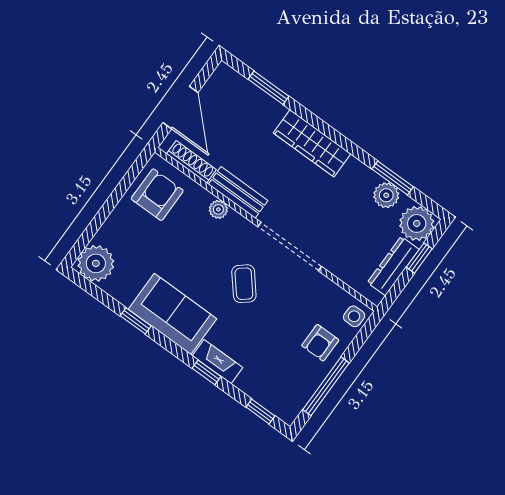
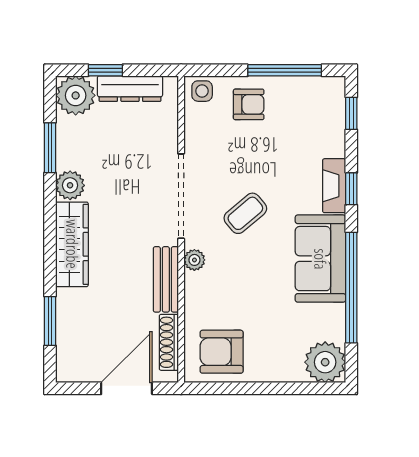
plant: (386, 195) -> (70, 185), moved
plant: (218, 209) -> (194, 260), moved
window: (136, 321) -> (351, 288), width x3.17

